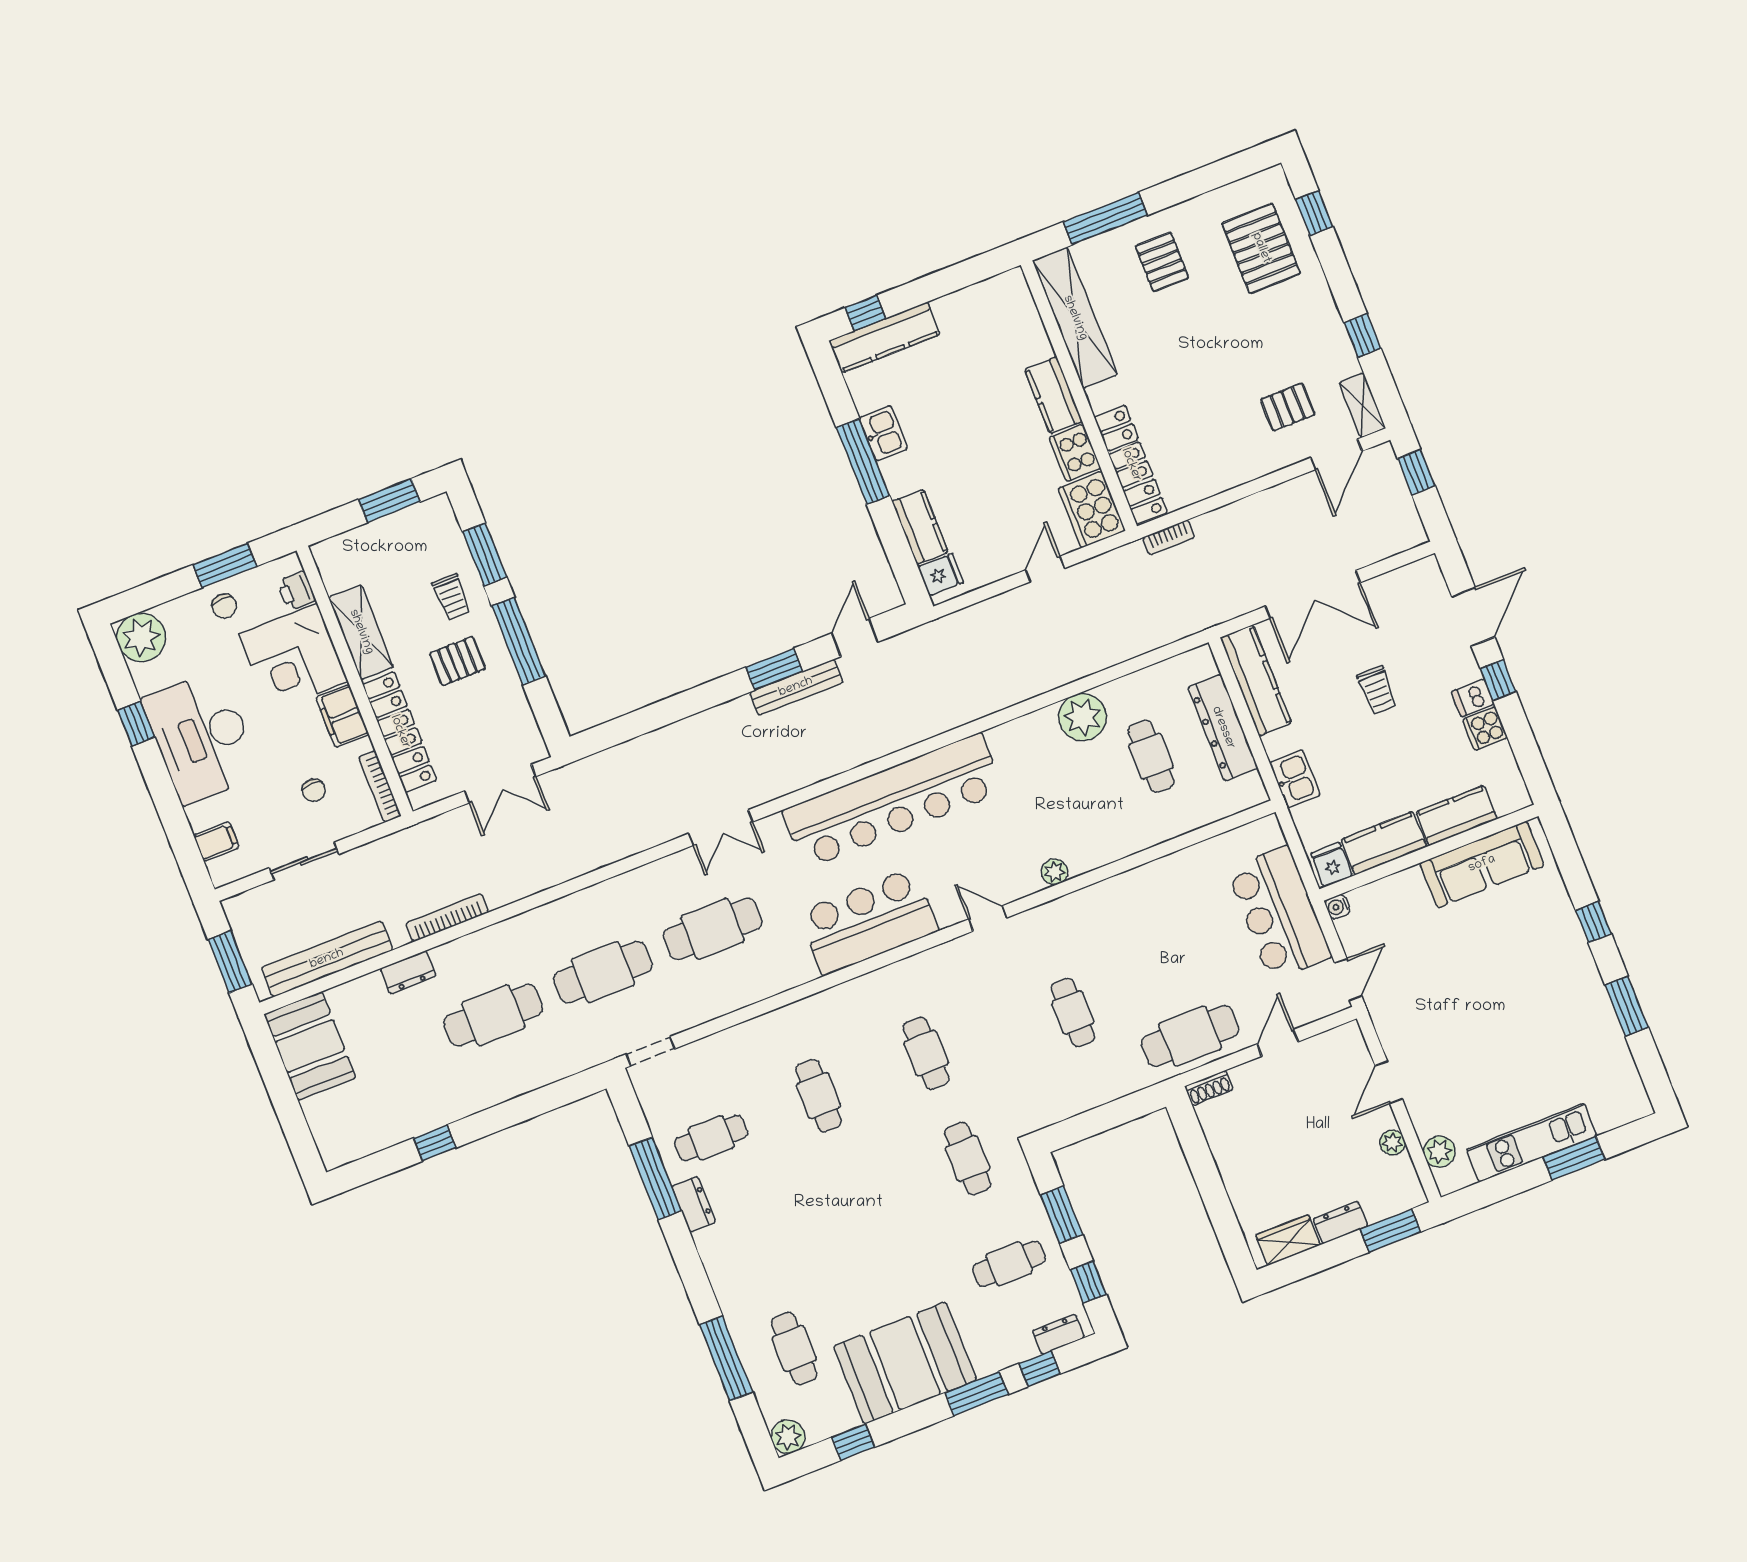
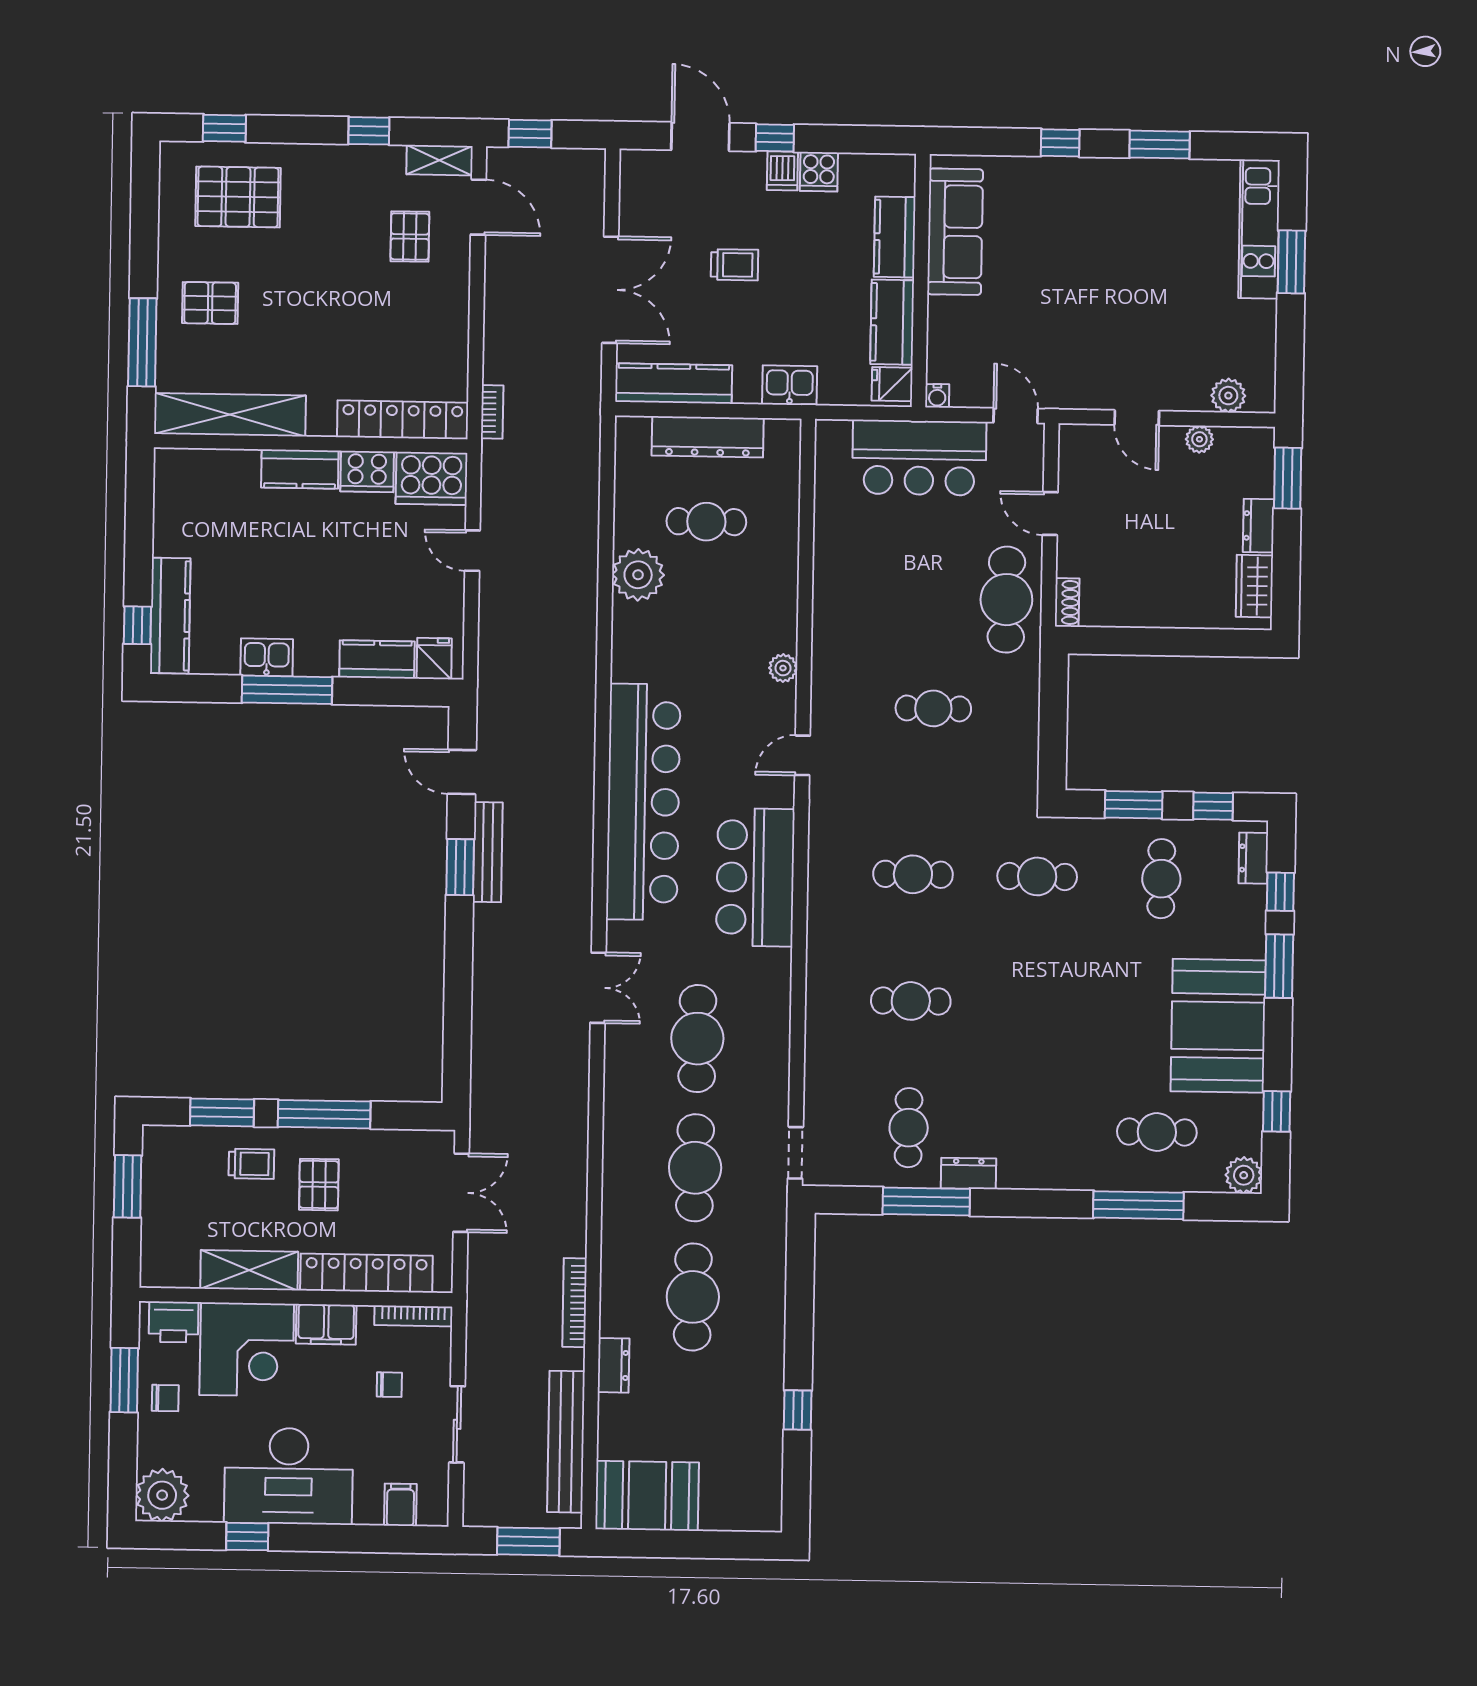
printer: (297, 591) -> (174, 1322), width x1.36, depth x1.24
kitchen unit: (1532, 1143) -> (1259, 229), moved

